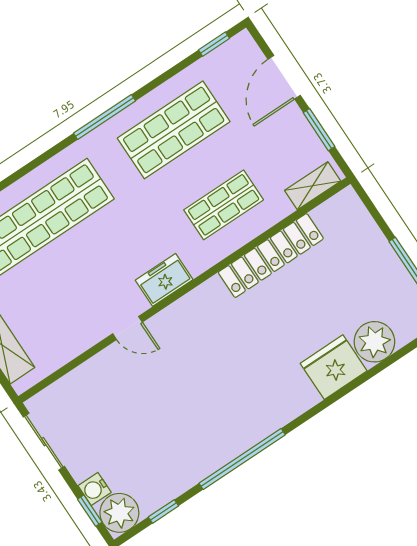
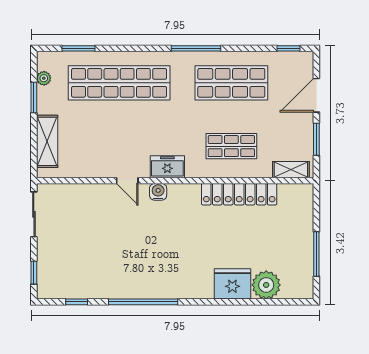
water cooler: (95, 489) -> (158, 192), moved, turned 90
plant: (119, 513) -> (50, 286), removed

